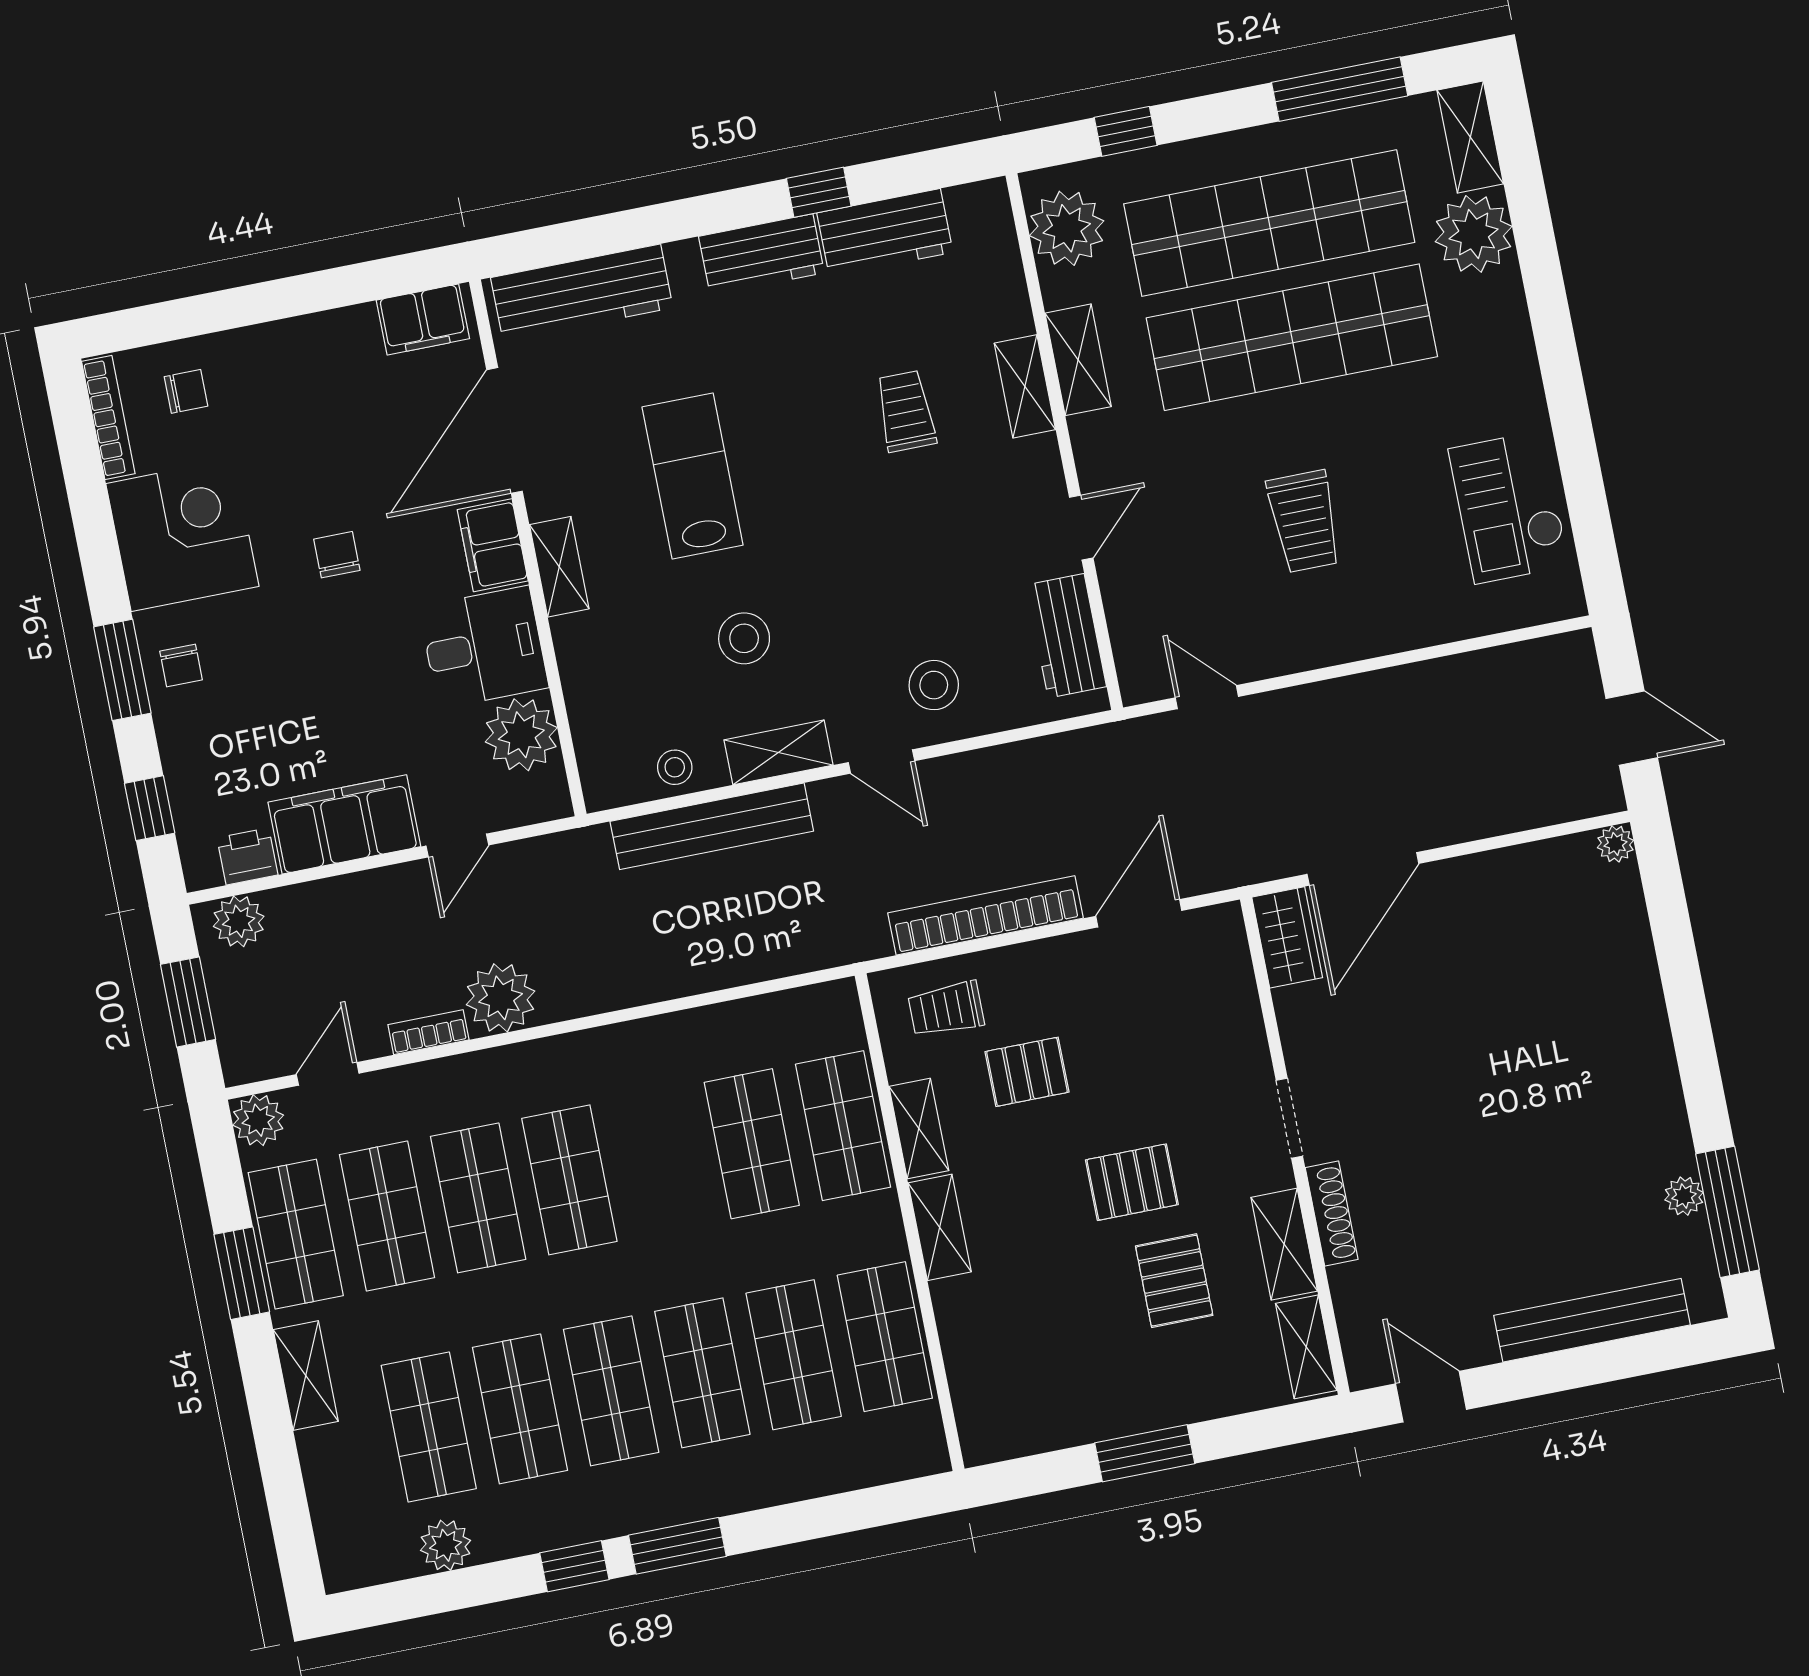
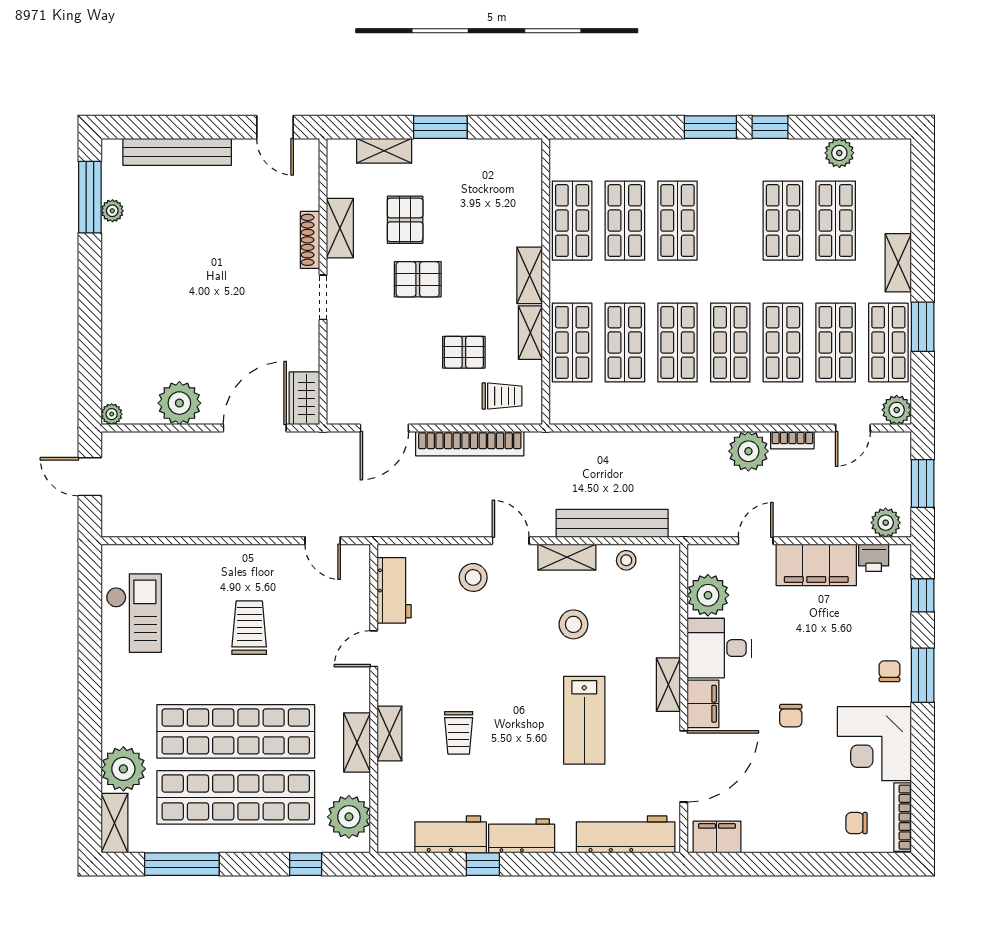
plant: (1502, 886) -> (179, 403), added
shelving: (1306, 1347) -> (384, 151), moved, turned 90
shop shelf: (611, 1391) -> (678, 342), moved

